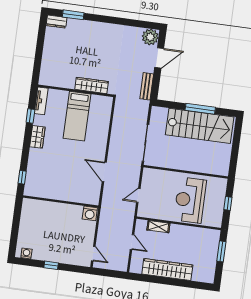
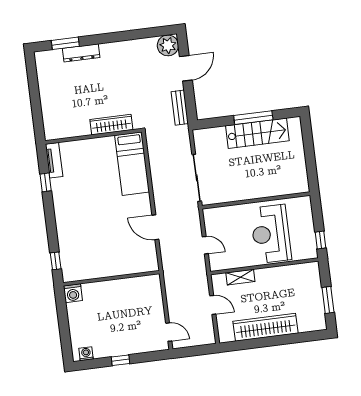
dresser: (57, 22) -> (81, 53), moved, width x1.44
bed: (77, 116) -> (132, 164), moved
stairs: (200, 126) -> (257, 133), width x0.73, depth x0.66
wardrobe: (37, 137) -> (61, 206), removed
door: (138, 195) -> (205, 245), swing flipped
window: (228, 203) -> (320, 240), moved
washing machine: (90, 213) -> (73, 293), moved
window: (221, 251) -> (328, 300), moved

